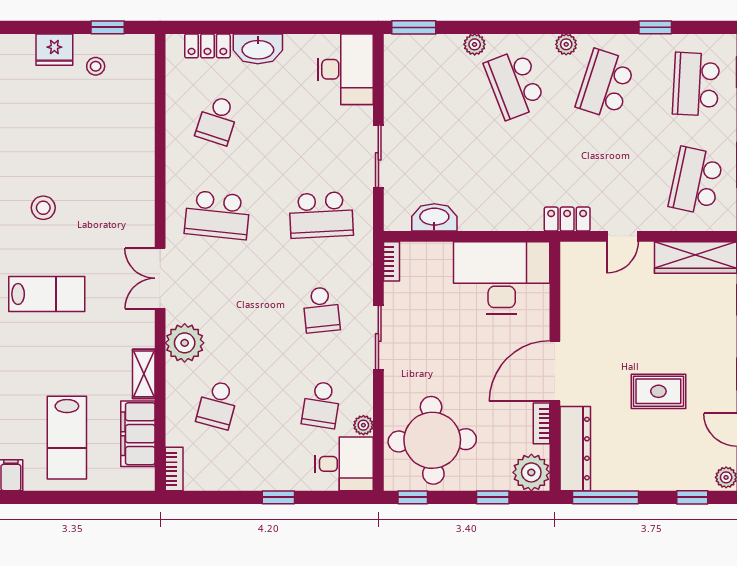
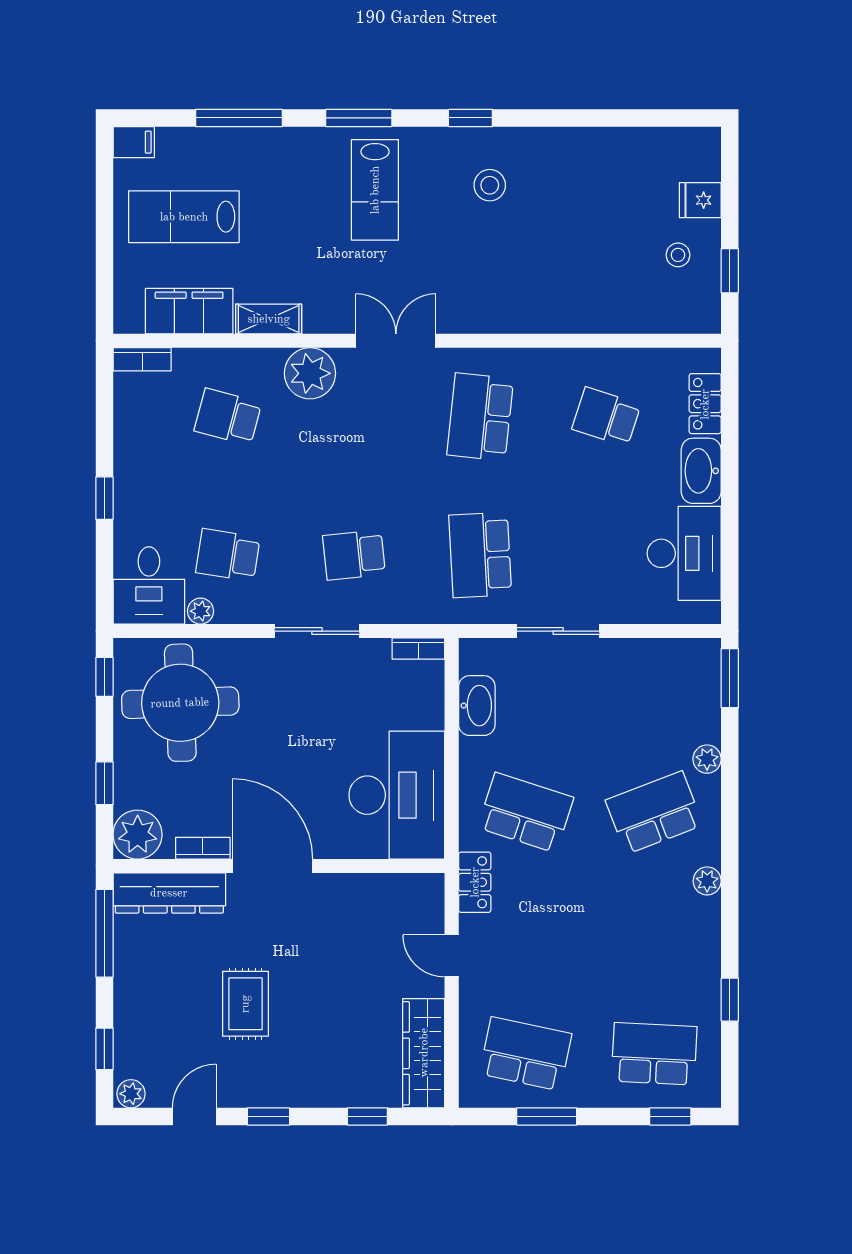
fridge: (54, 50) -> (700, 200), width x0.72
desk: (345, 69) -> (684, 553), moved, turned -90
school desk: (605, 84) -> (526, 813), moved

